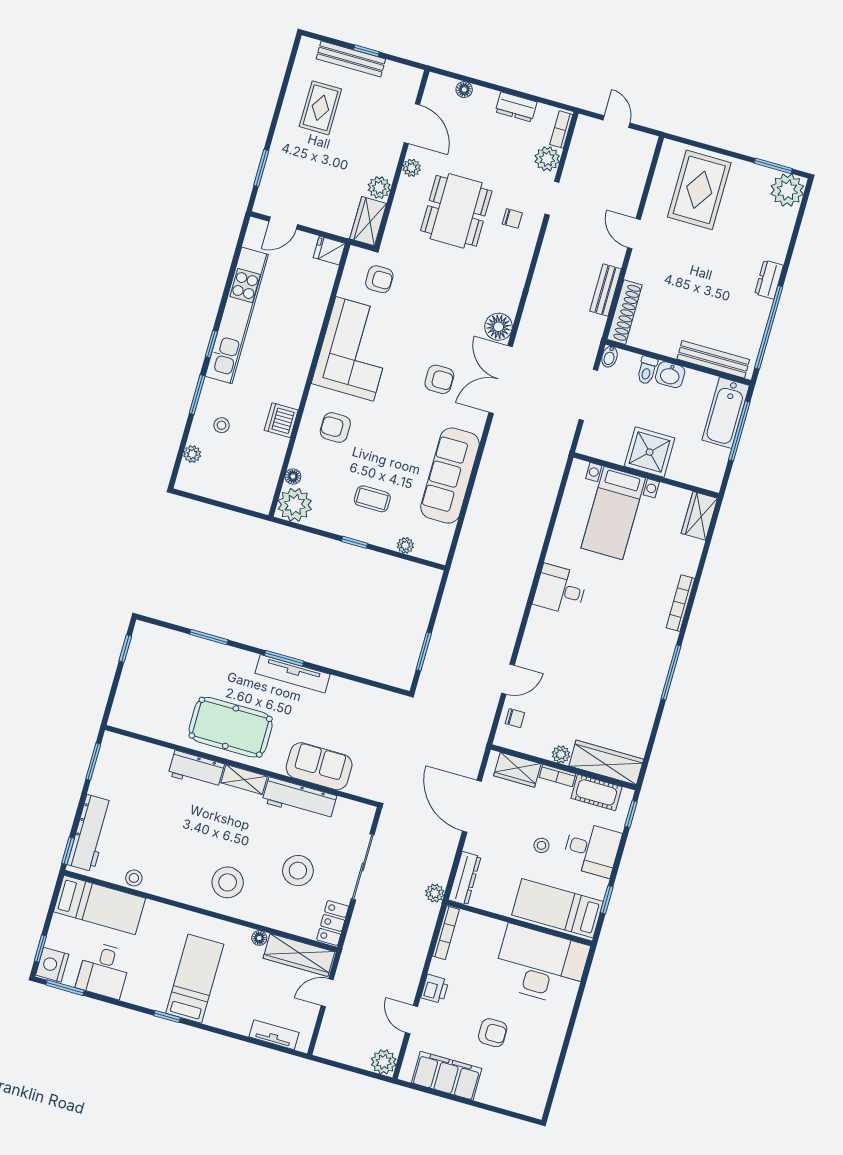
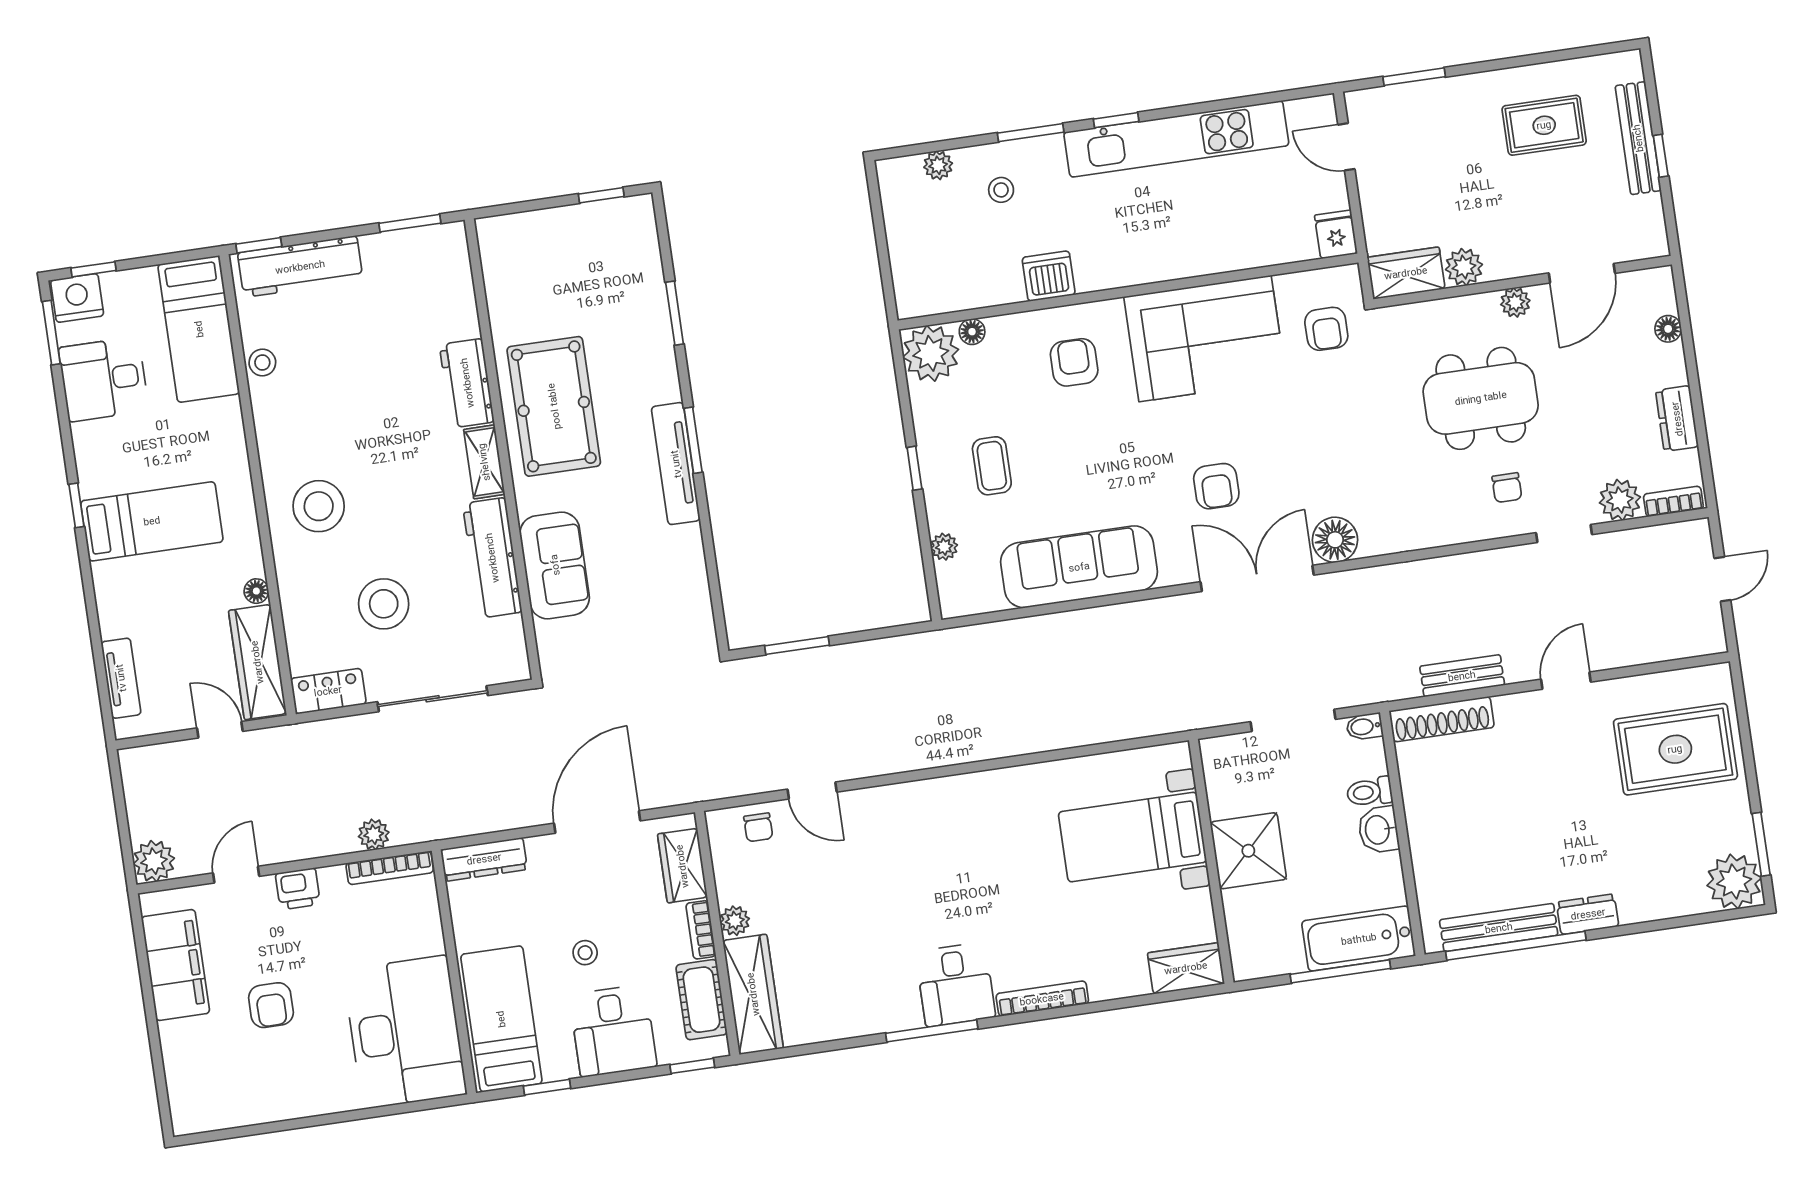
bench: (713, 359) -> (1499, 928), moved, turned 90
desk: (560, 590) -> (955, 984), moved, turned 180
plant: (435, 893) -> (374, 834), moved

